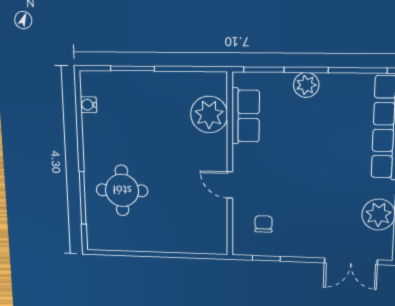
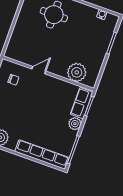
row of seats: (246, 116) -> (82, 103), moved, turned 90

